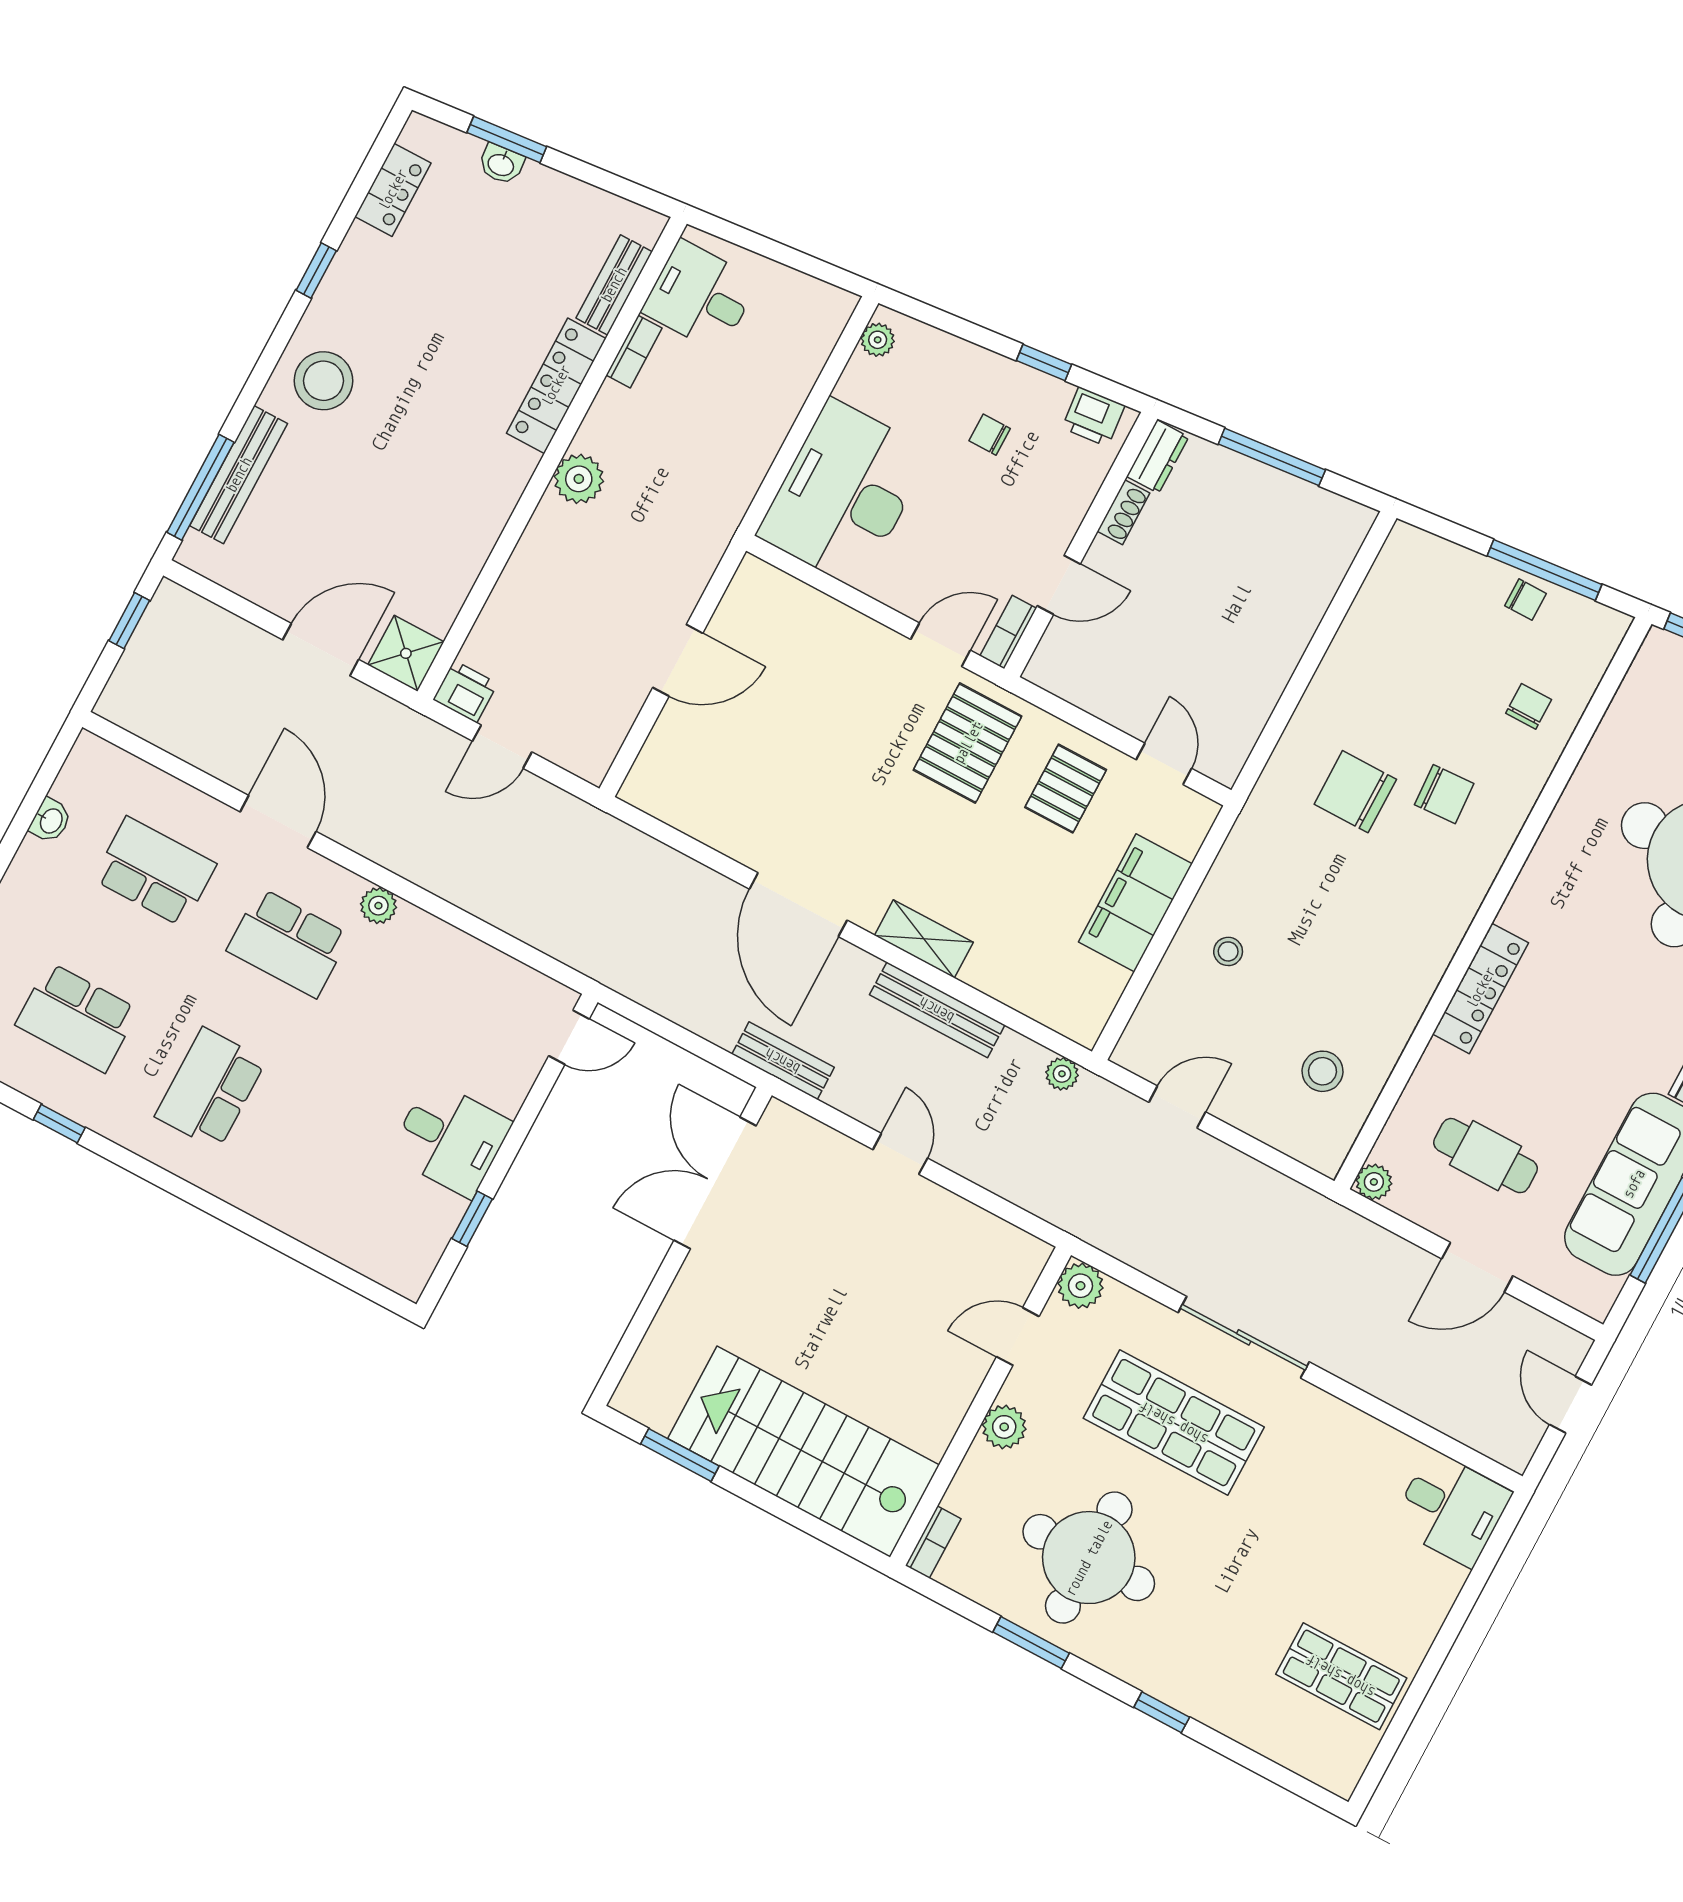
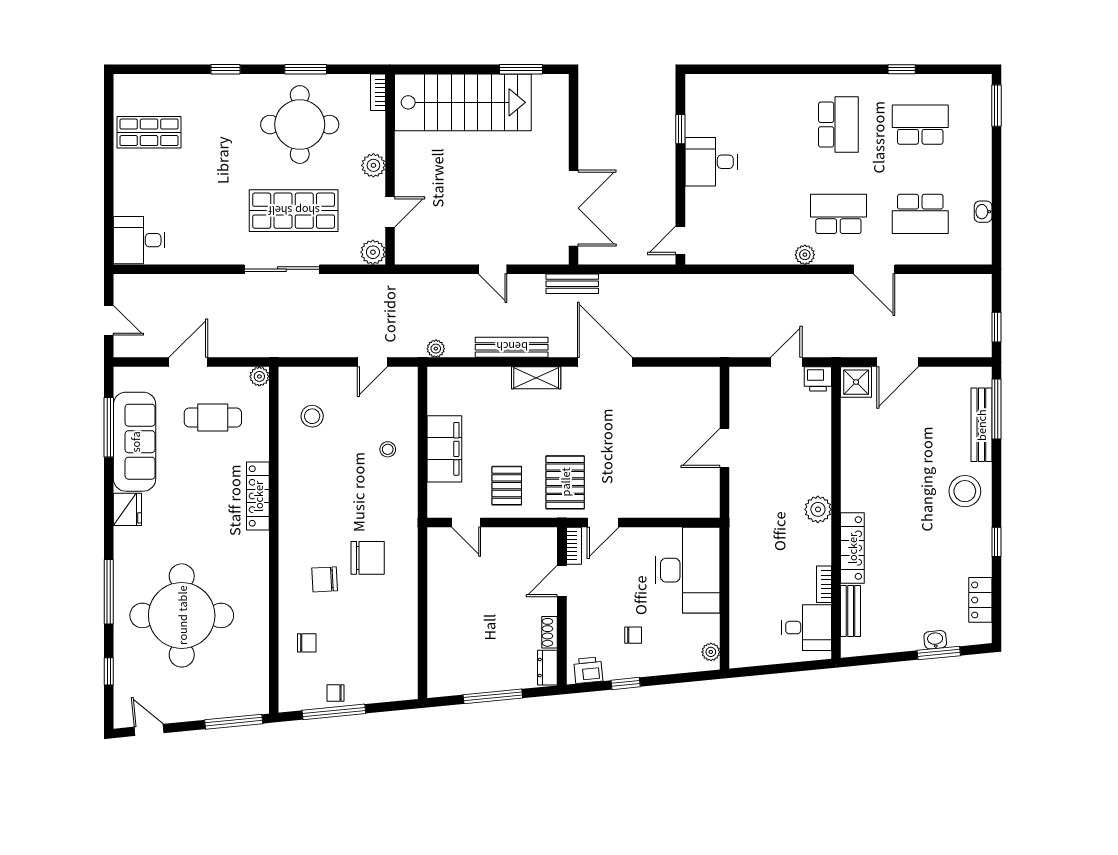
chair: (1529, 706) -> (307, 643), turned -90

